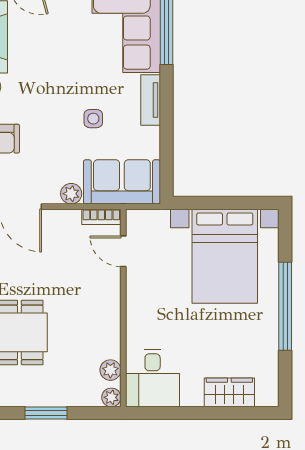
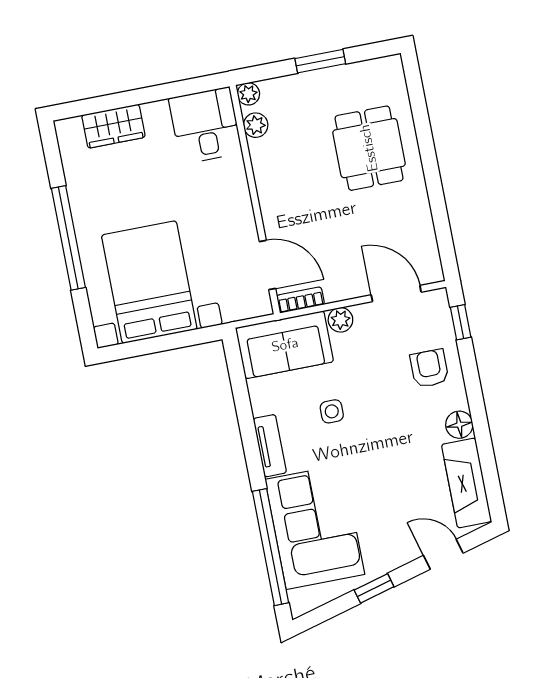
door: (123, 251) -> (267, 265), width x1.38

